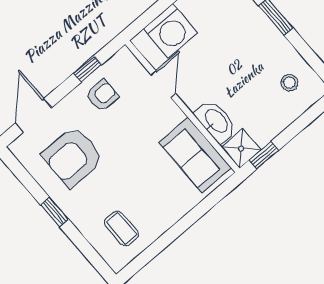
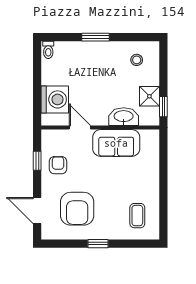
shower: (241, 149) -> (149, 96), moved
sofa: (195, 155) -> (116, 143), moved
coffee table: (121, 228) -> (137, 216), turned 90

